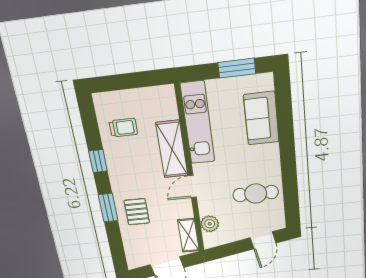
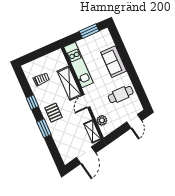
sofa: (261, 118) -> (114, 62), moved
pallet: (137, 212) -> (53, 113), moved

